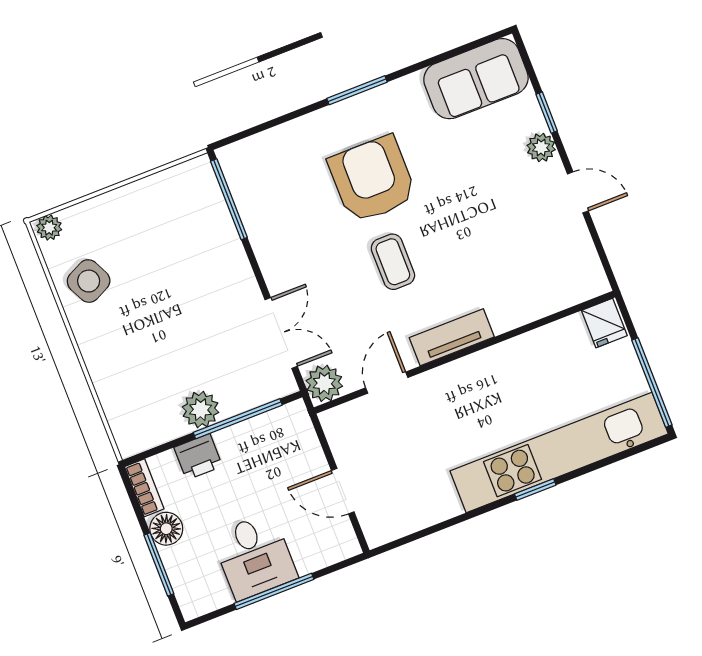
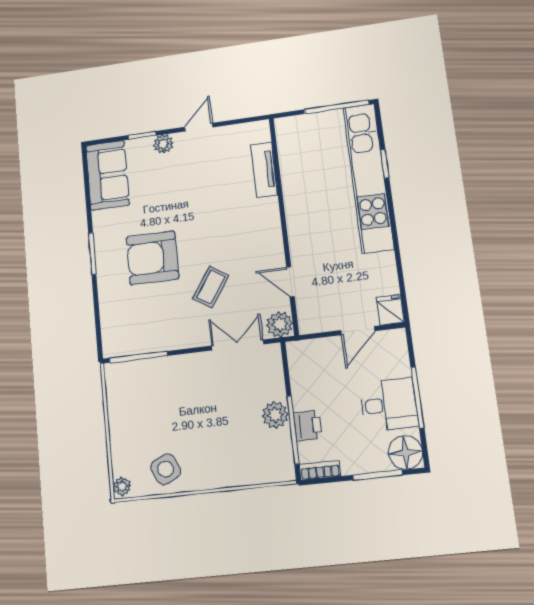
coffee table: (393, 262) -> (211, 287), moved, turned -56
fridge: (604, 323) -> (390, 310), moved, turned -90
tv unit: (452, 337) -> (264, 170), moved
window: (238, 419) -> (293, 430), moved
window: (535, 490) -> (385, 164), moved
floor lamp: (166, 529) -> (405, 452), moved, width x1.38, depth x1.38

